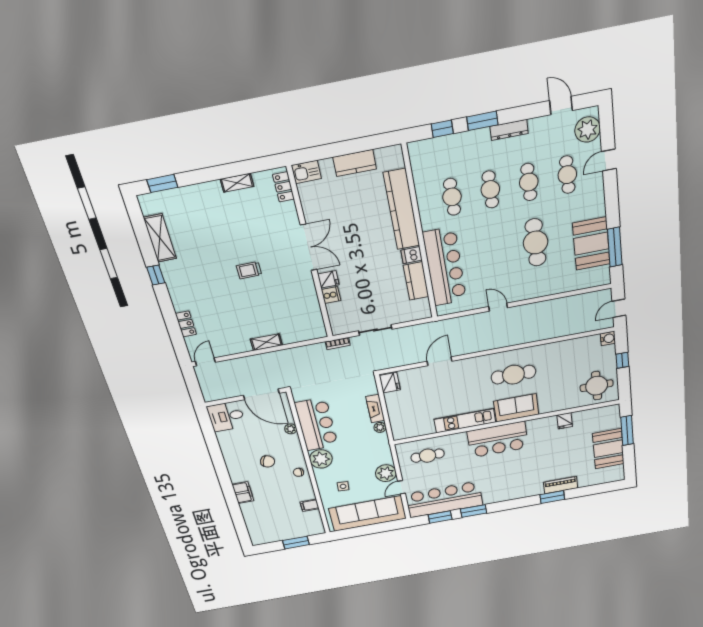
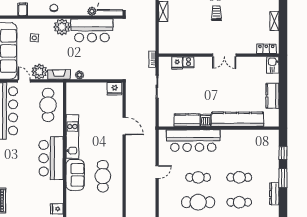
cafe table: (452, 197) -> (198, 177), moved
double door: (309, 247) -> (224, 55), width x0.73
fridge: (328, 279) -> (177, 63), moved
fireplace: (375, 409) -> (59, 75), moved
cafe table: (428, 456) -> (48, 105), width x1.37, depth x1.35

